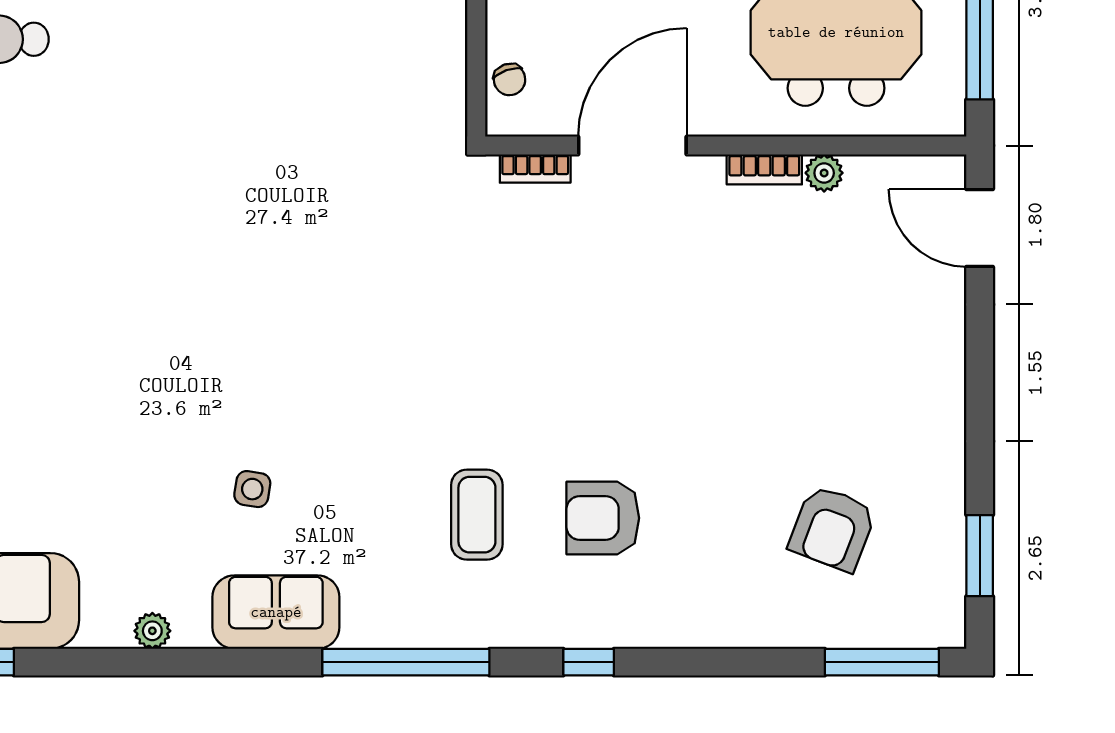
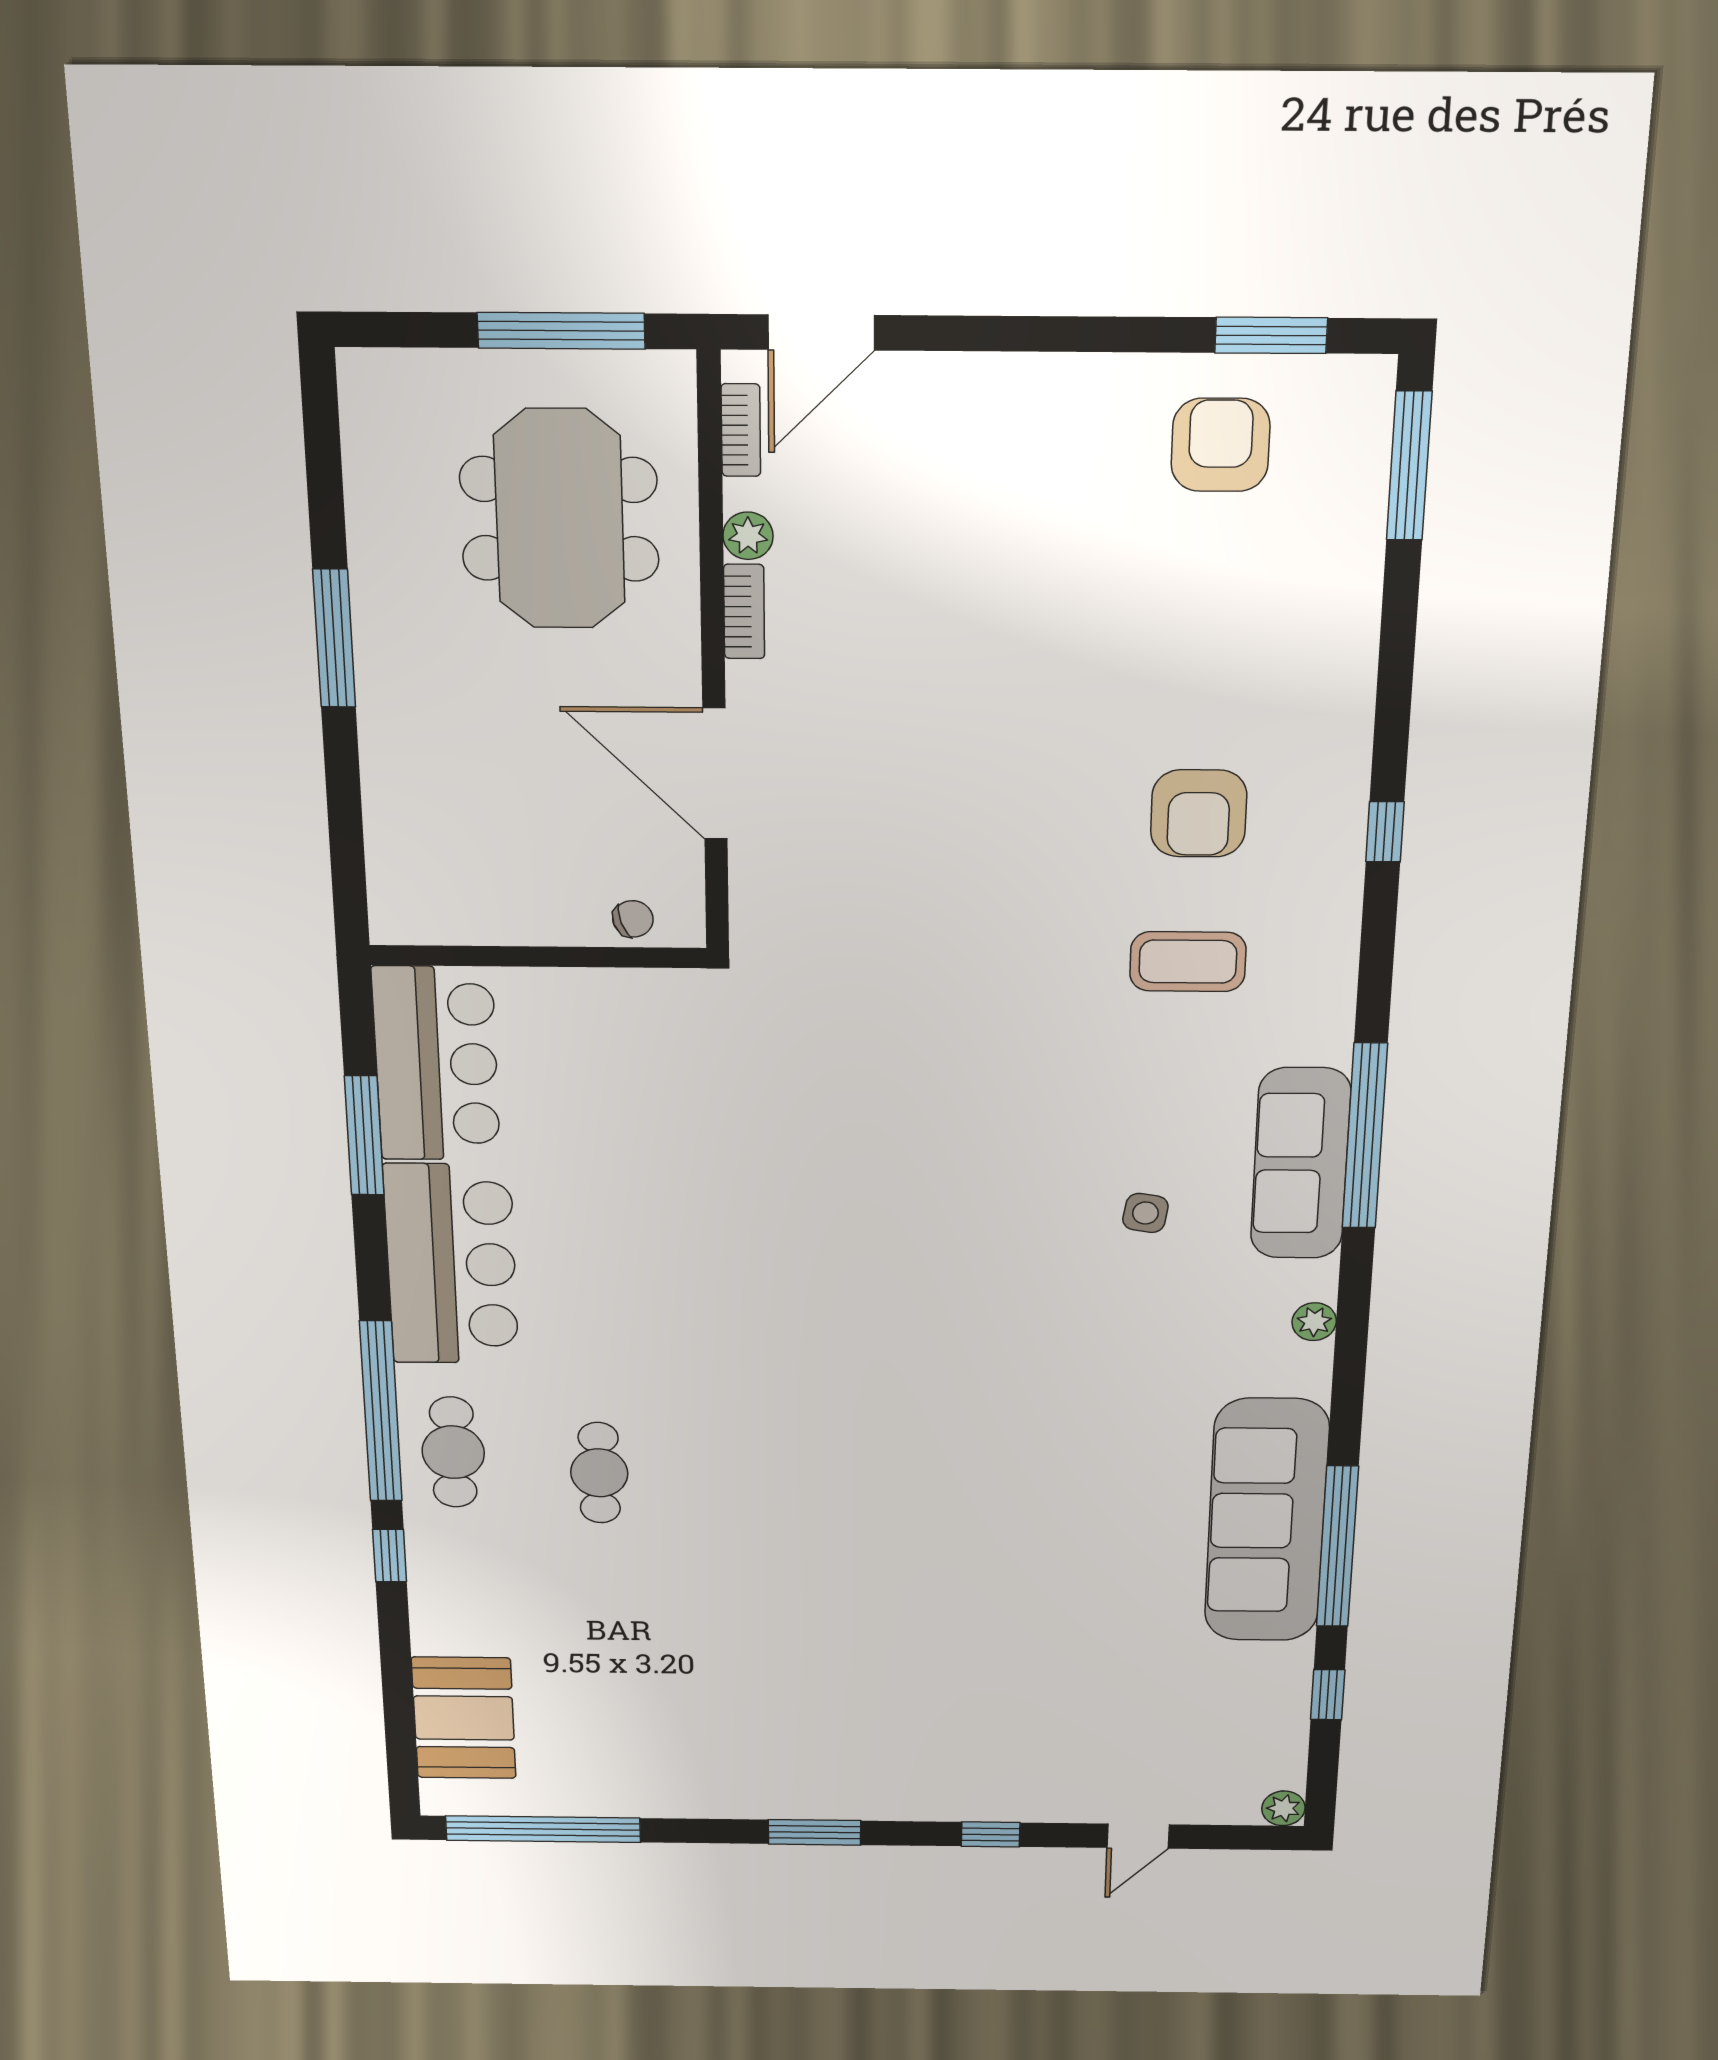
bookcase: (535, 169) -> (741, 430), moved
armchair: (832, 528) -> (1221, 445), moved, turned -111
sofa: (276, 612) -> (1301, 1164), width x1.36
window: (406, 662) -> (1365, 1136), moved

